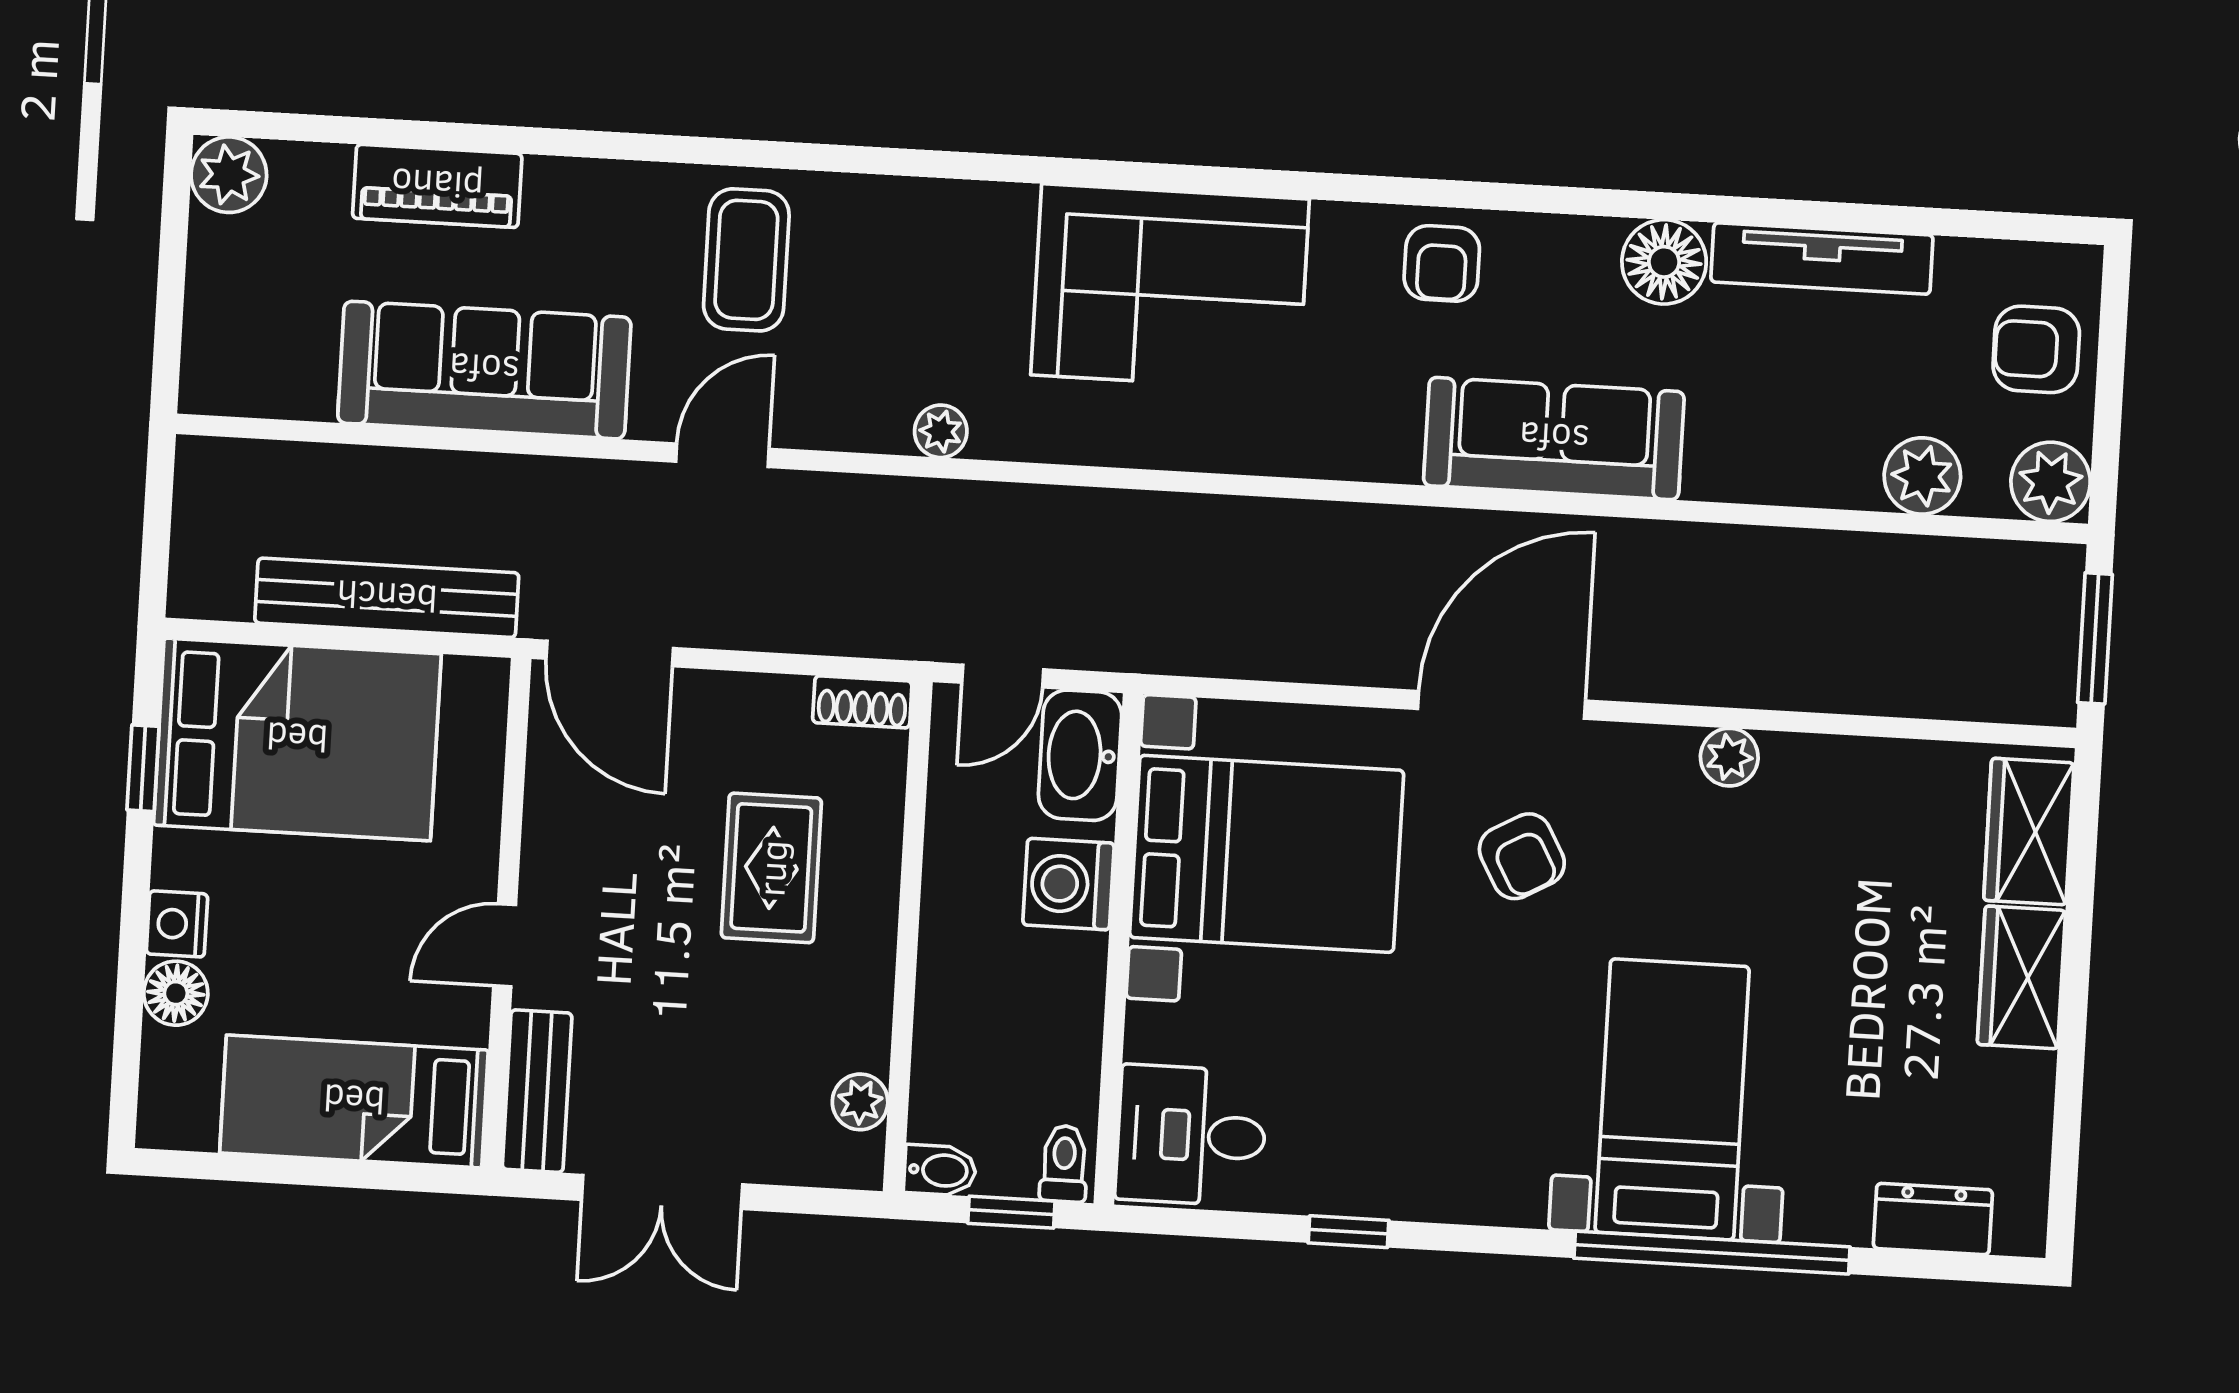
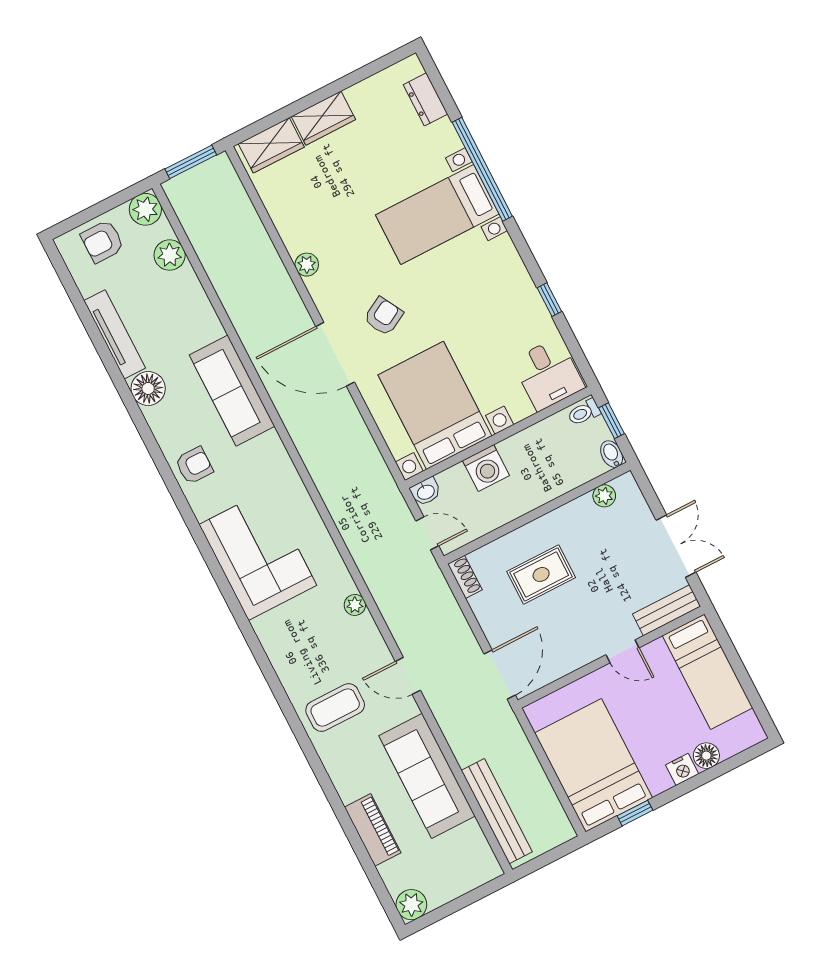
armchair: (2036, 349) -> (102, 241), turned 90
bench: (387, 598) -> (497, 811), moved
washbasin: (1080, 755) -> (426, 492), width x0.52, depth x0.69

